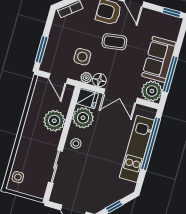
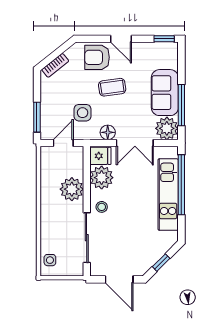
door: (58, 78) -> (63, 143), swing flipped
plant: (86, 78) -> (93, 134), removed
sliding door: (55, 167) -> (87, 238), width x1.37

